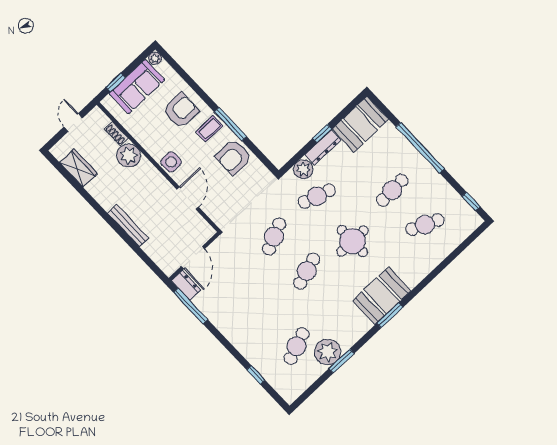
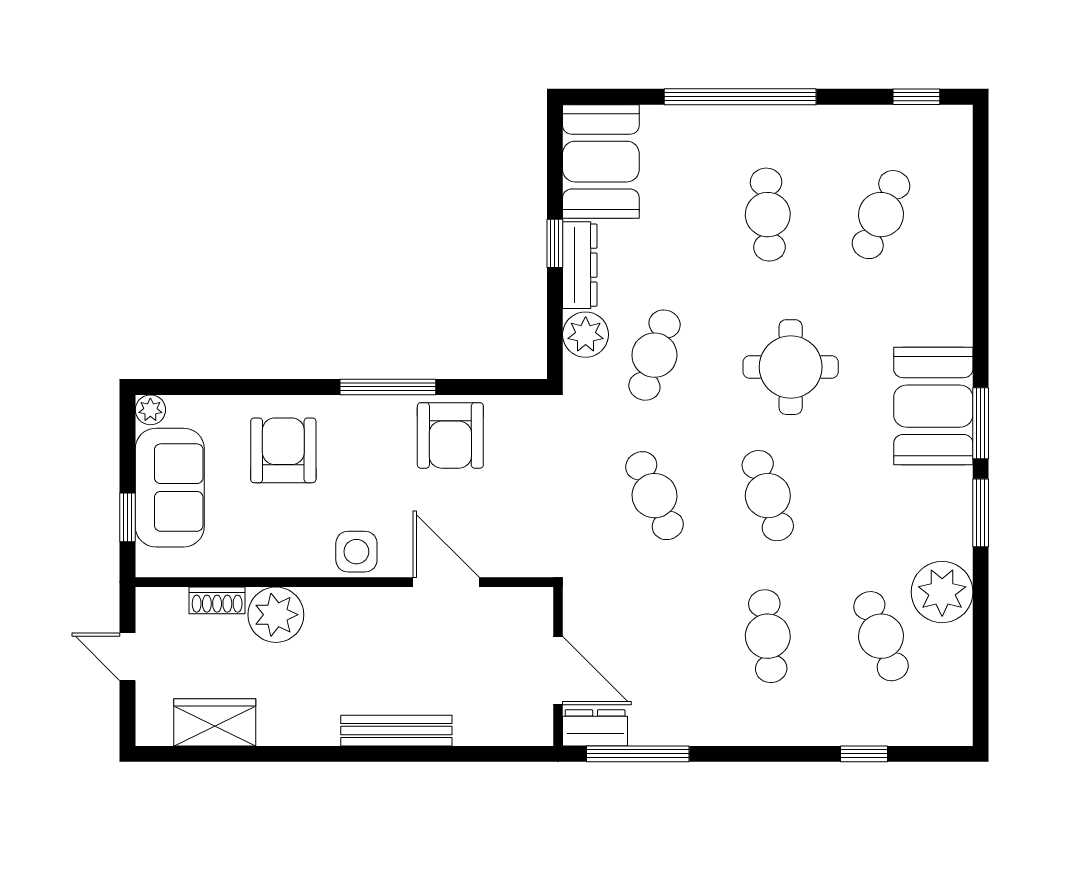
coffee table: (209, 129) -> (362, 431), removed
cafe table: (264, 312) -> (768, 636), added
window: (342, 361) -> (981, 513), moved

